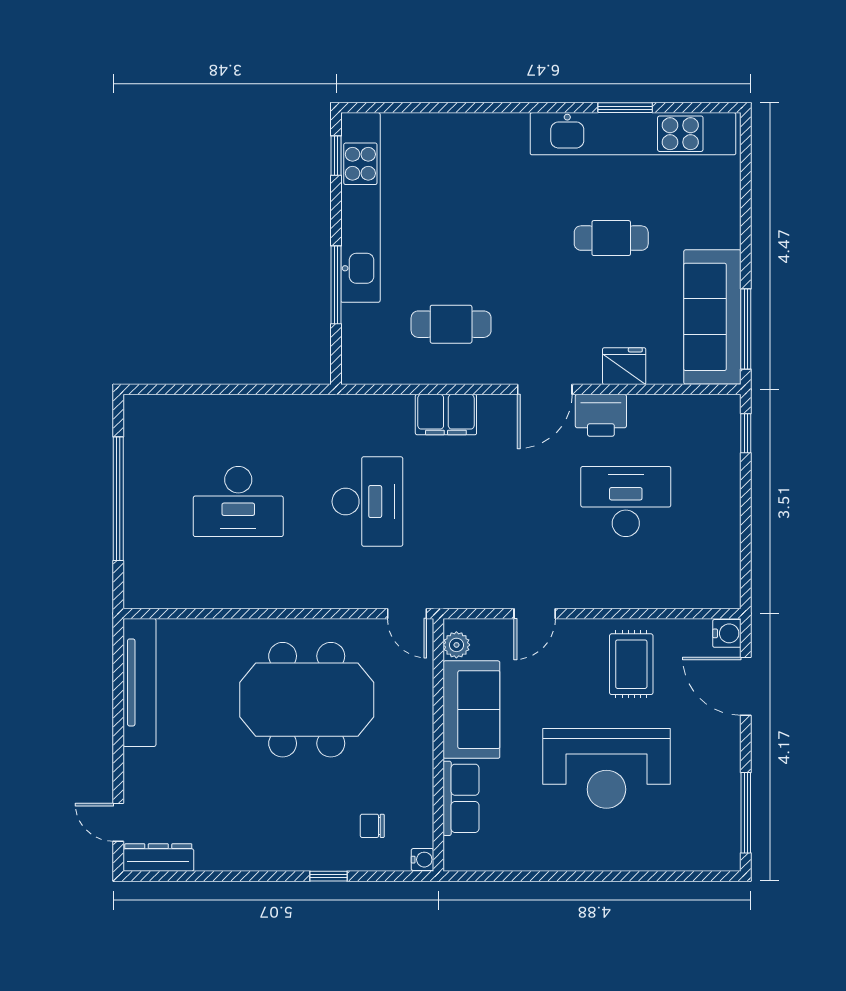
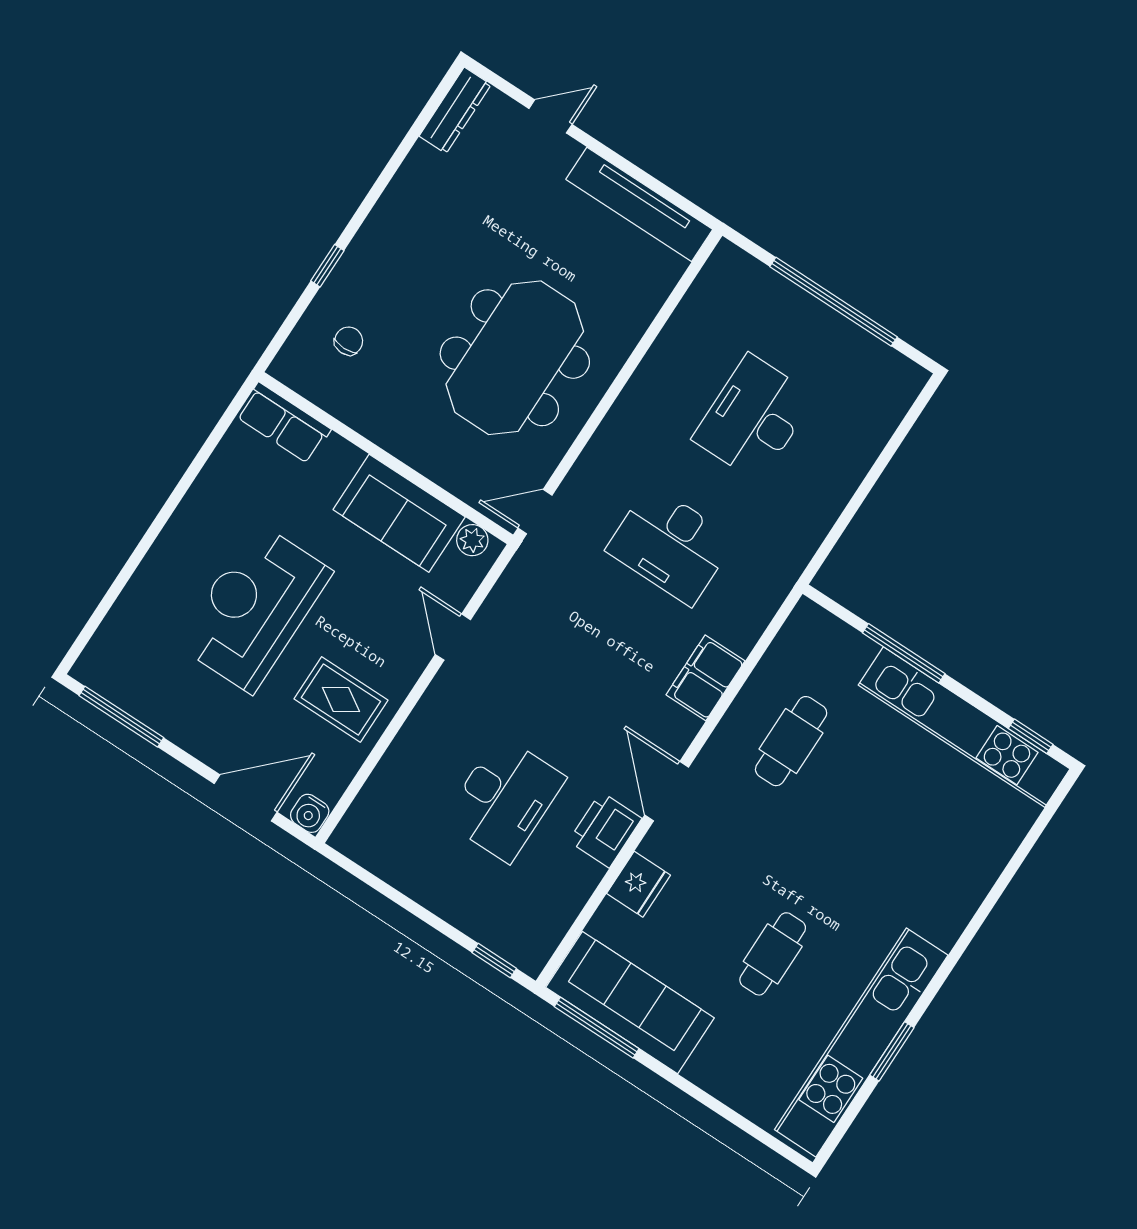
row of seats: (461, 798) -> (283, 423), moved
door: (118, 822) -> (550, 116), moved
water cooler: (423, 860) -> (283, 369), removed

